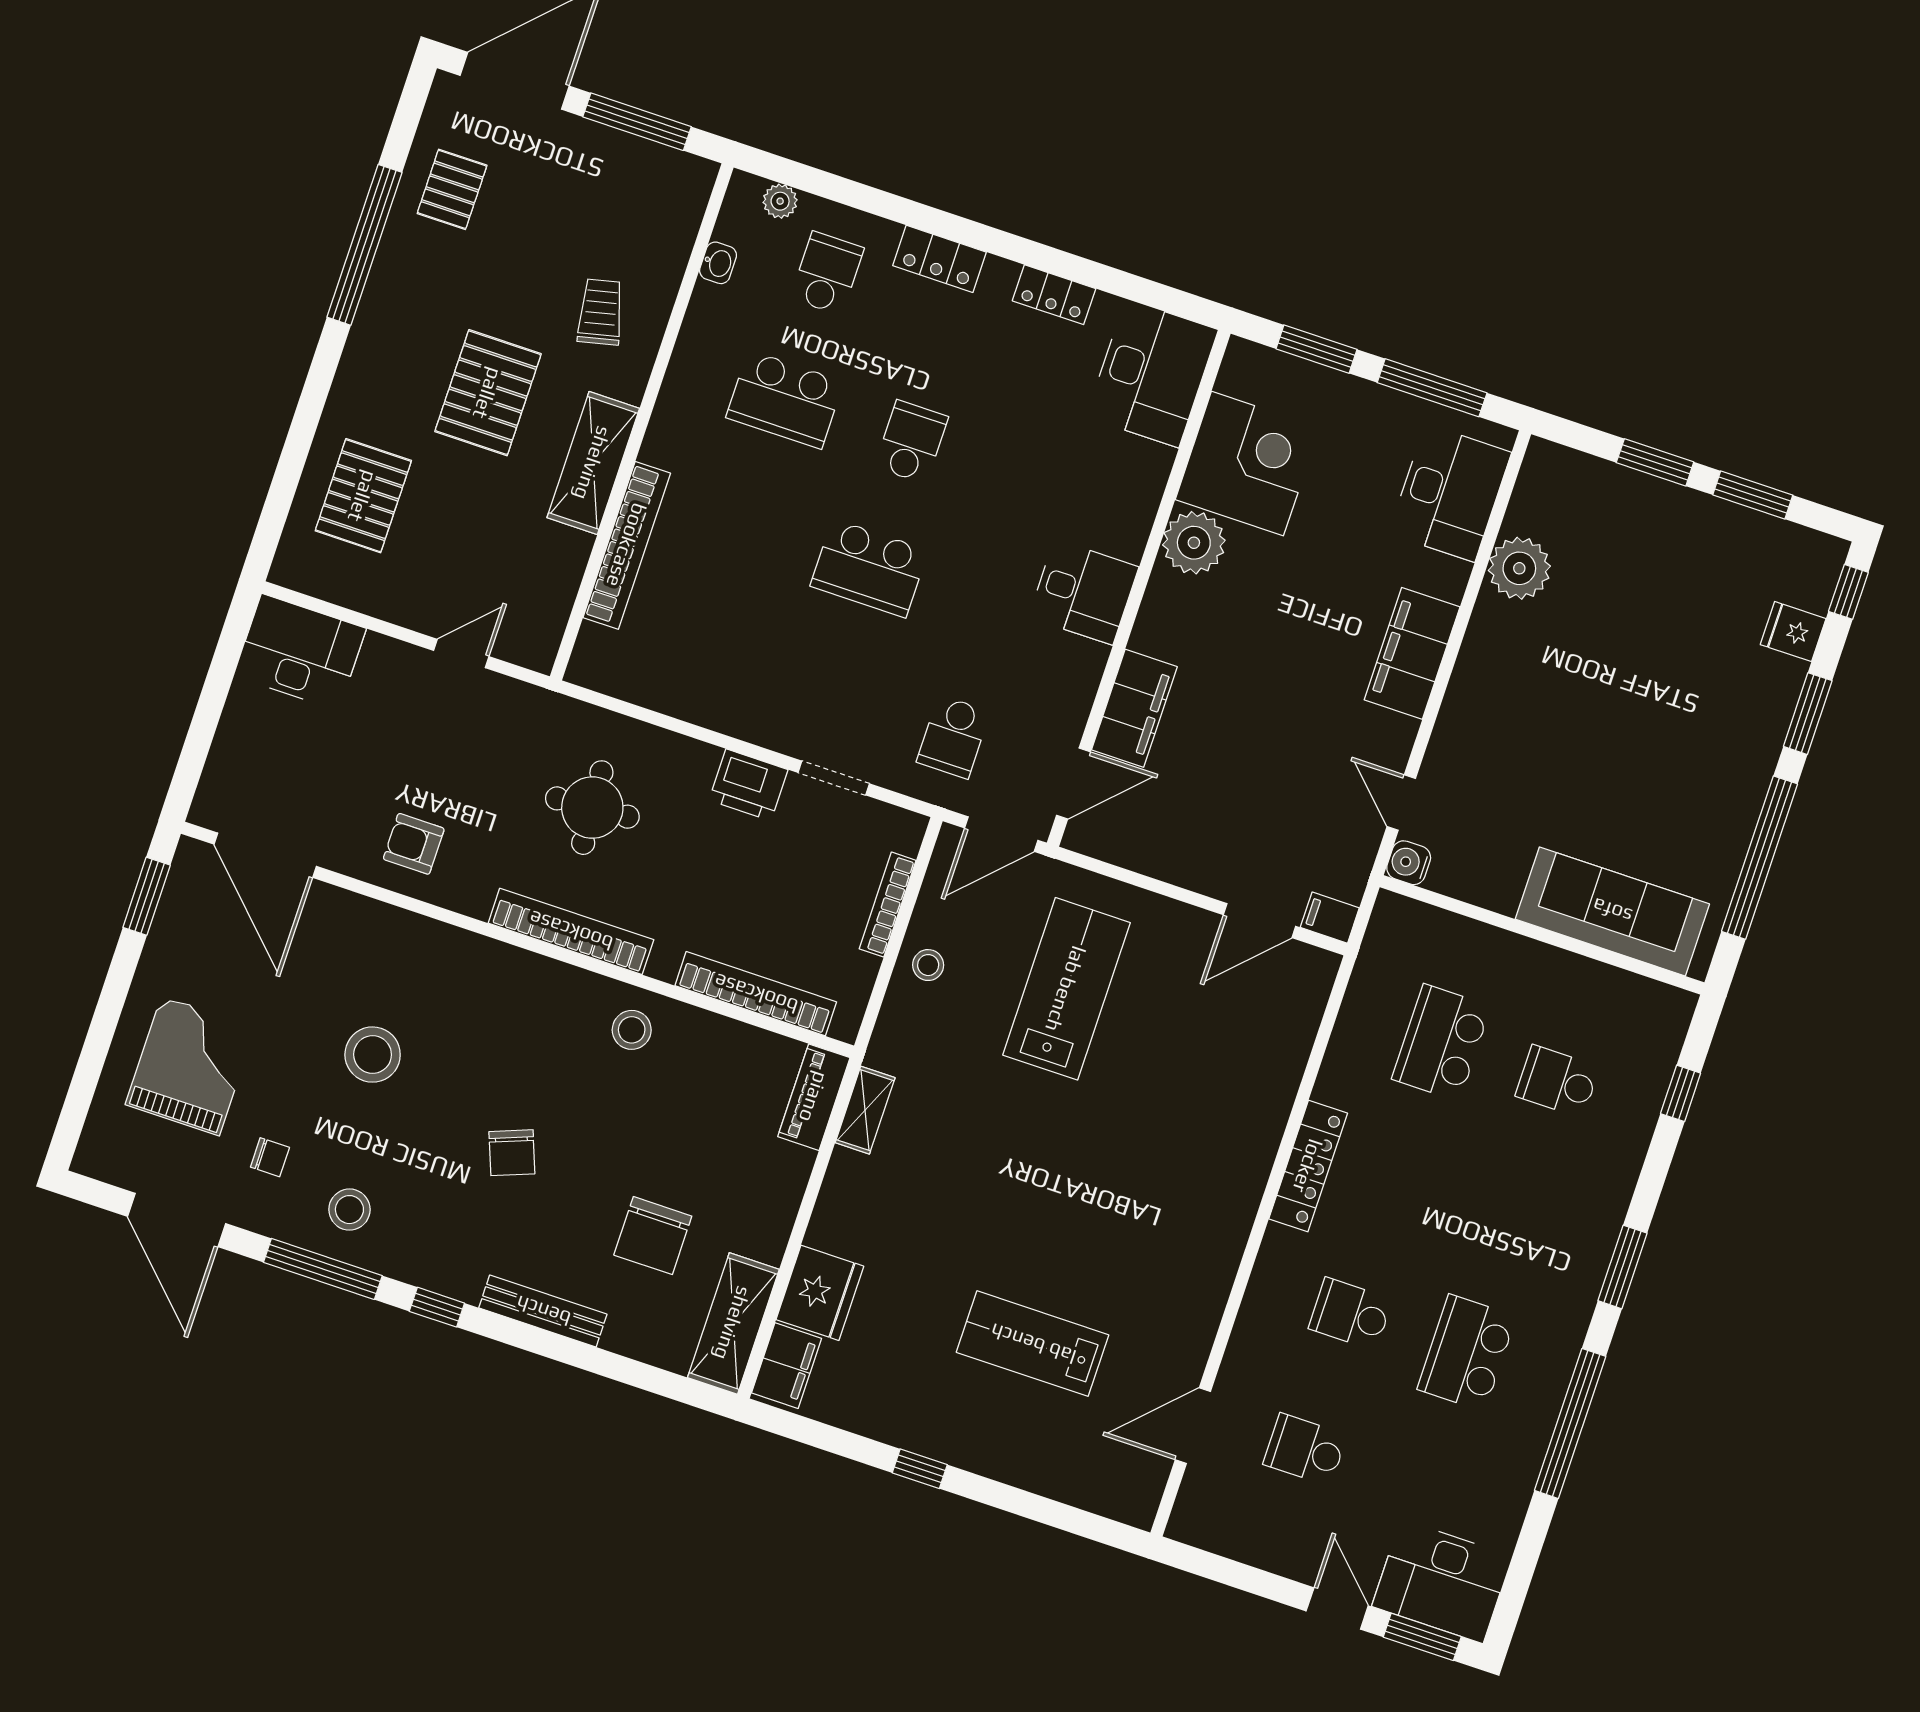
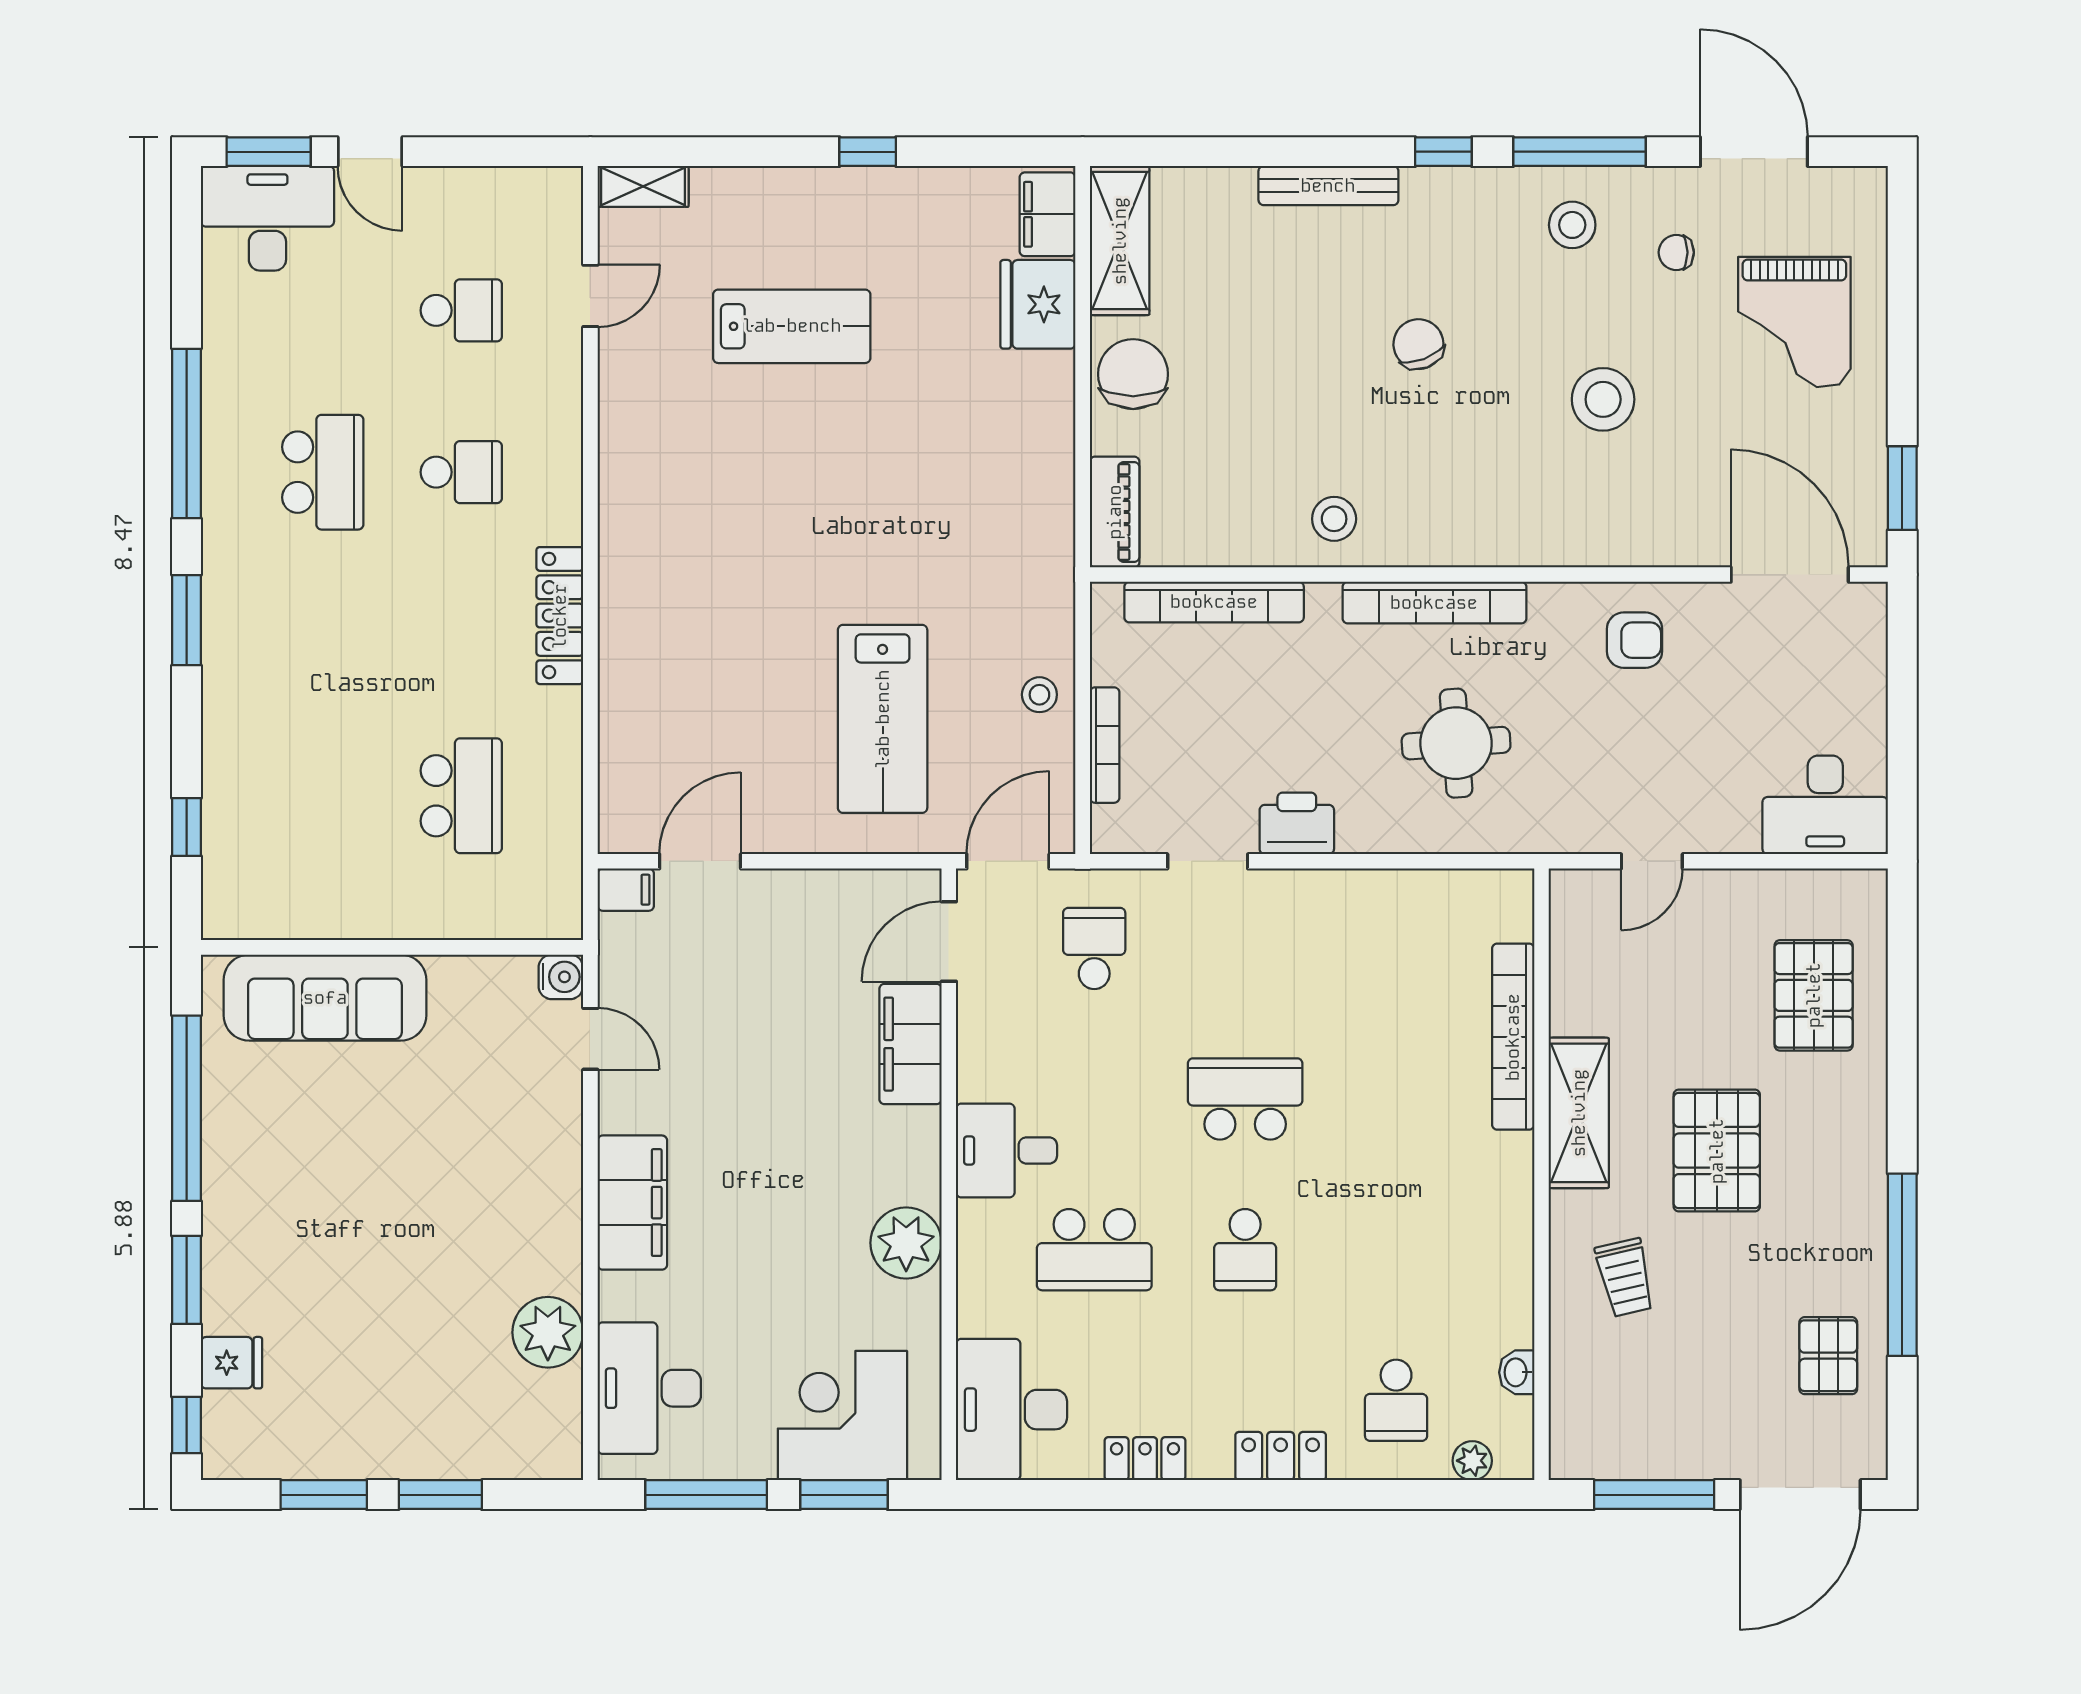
school desk: (785, 400) -> (1094, 1250), moved, turned 180
corner desk: (1247, 464) -> (842, 1416), moved, turned 90
school desk: (1558, 1081) -> (323, 796), removed
shelving: (865, 1110) -> (643, 186), moved, turned 90
chair: (653, 1236) -> (1133, 374), moved
door: (1193, 1426) -> (590, 296), width x0.73

